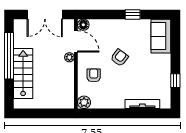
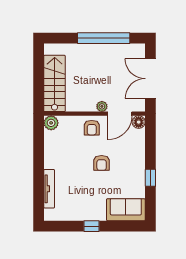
armchair: (119, 58) -> (102, 163), turned 53
stairs: (23, 73) -> (55, 83), moved, turned -90
armchair: (94, 75) -> (92, 128), moved, turned 90
window: (175, 81) -> (91, 226), moved

